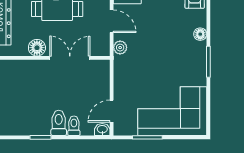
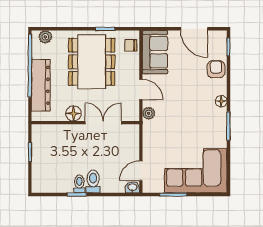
toilet: (74, 126) -> (79, 184), moved

